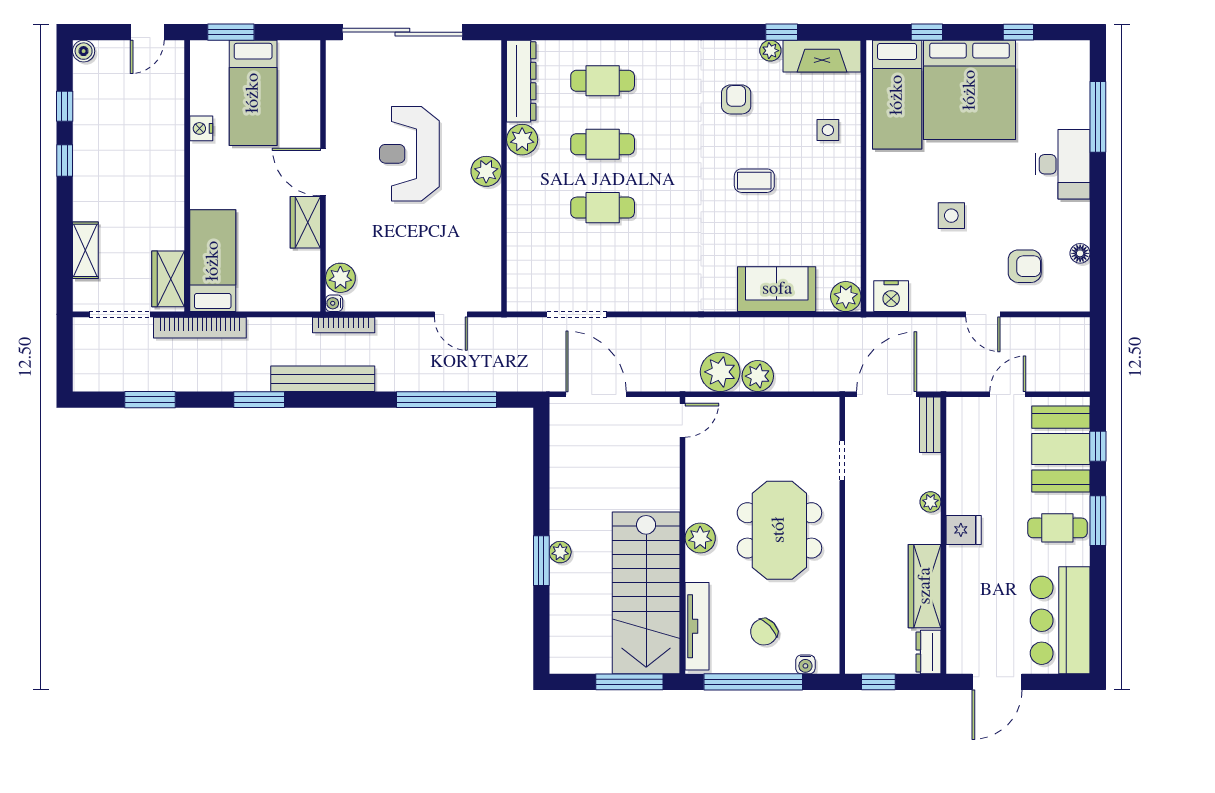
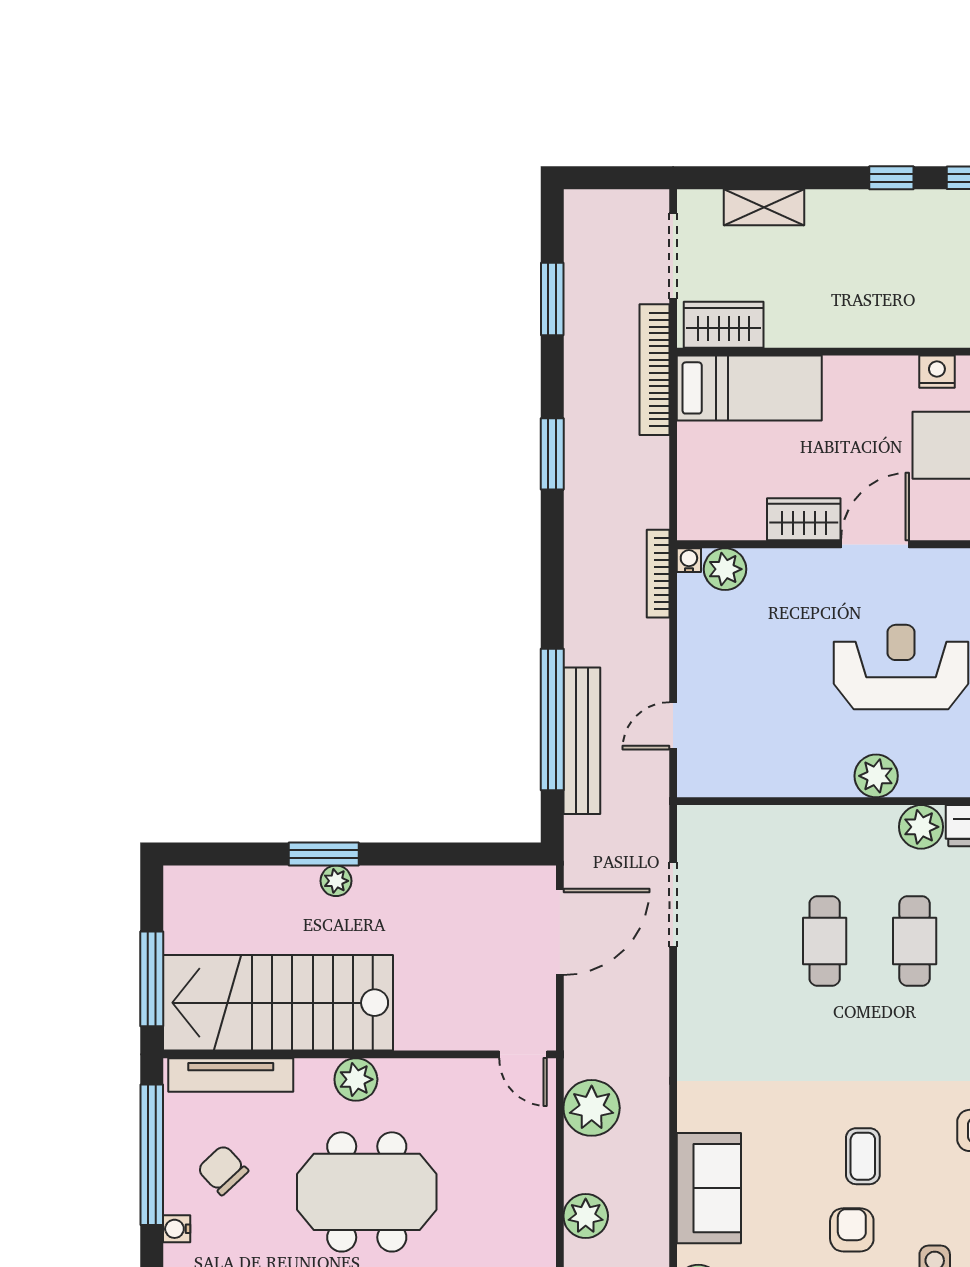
armchair: (806, 188) -> (852, 1230), added
plant: (758, 376) -> (586, 1216), moved
bench: (323, 379) -> (582, 741), moved

